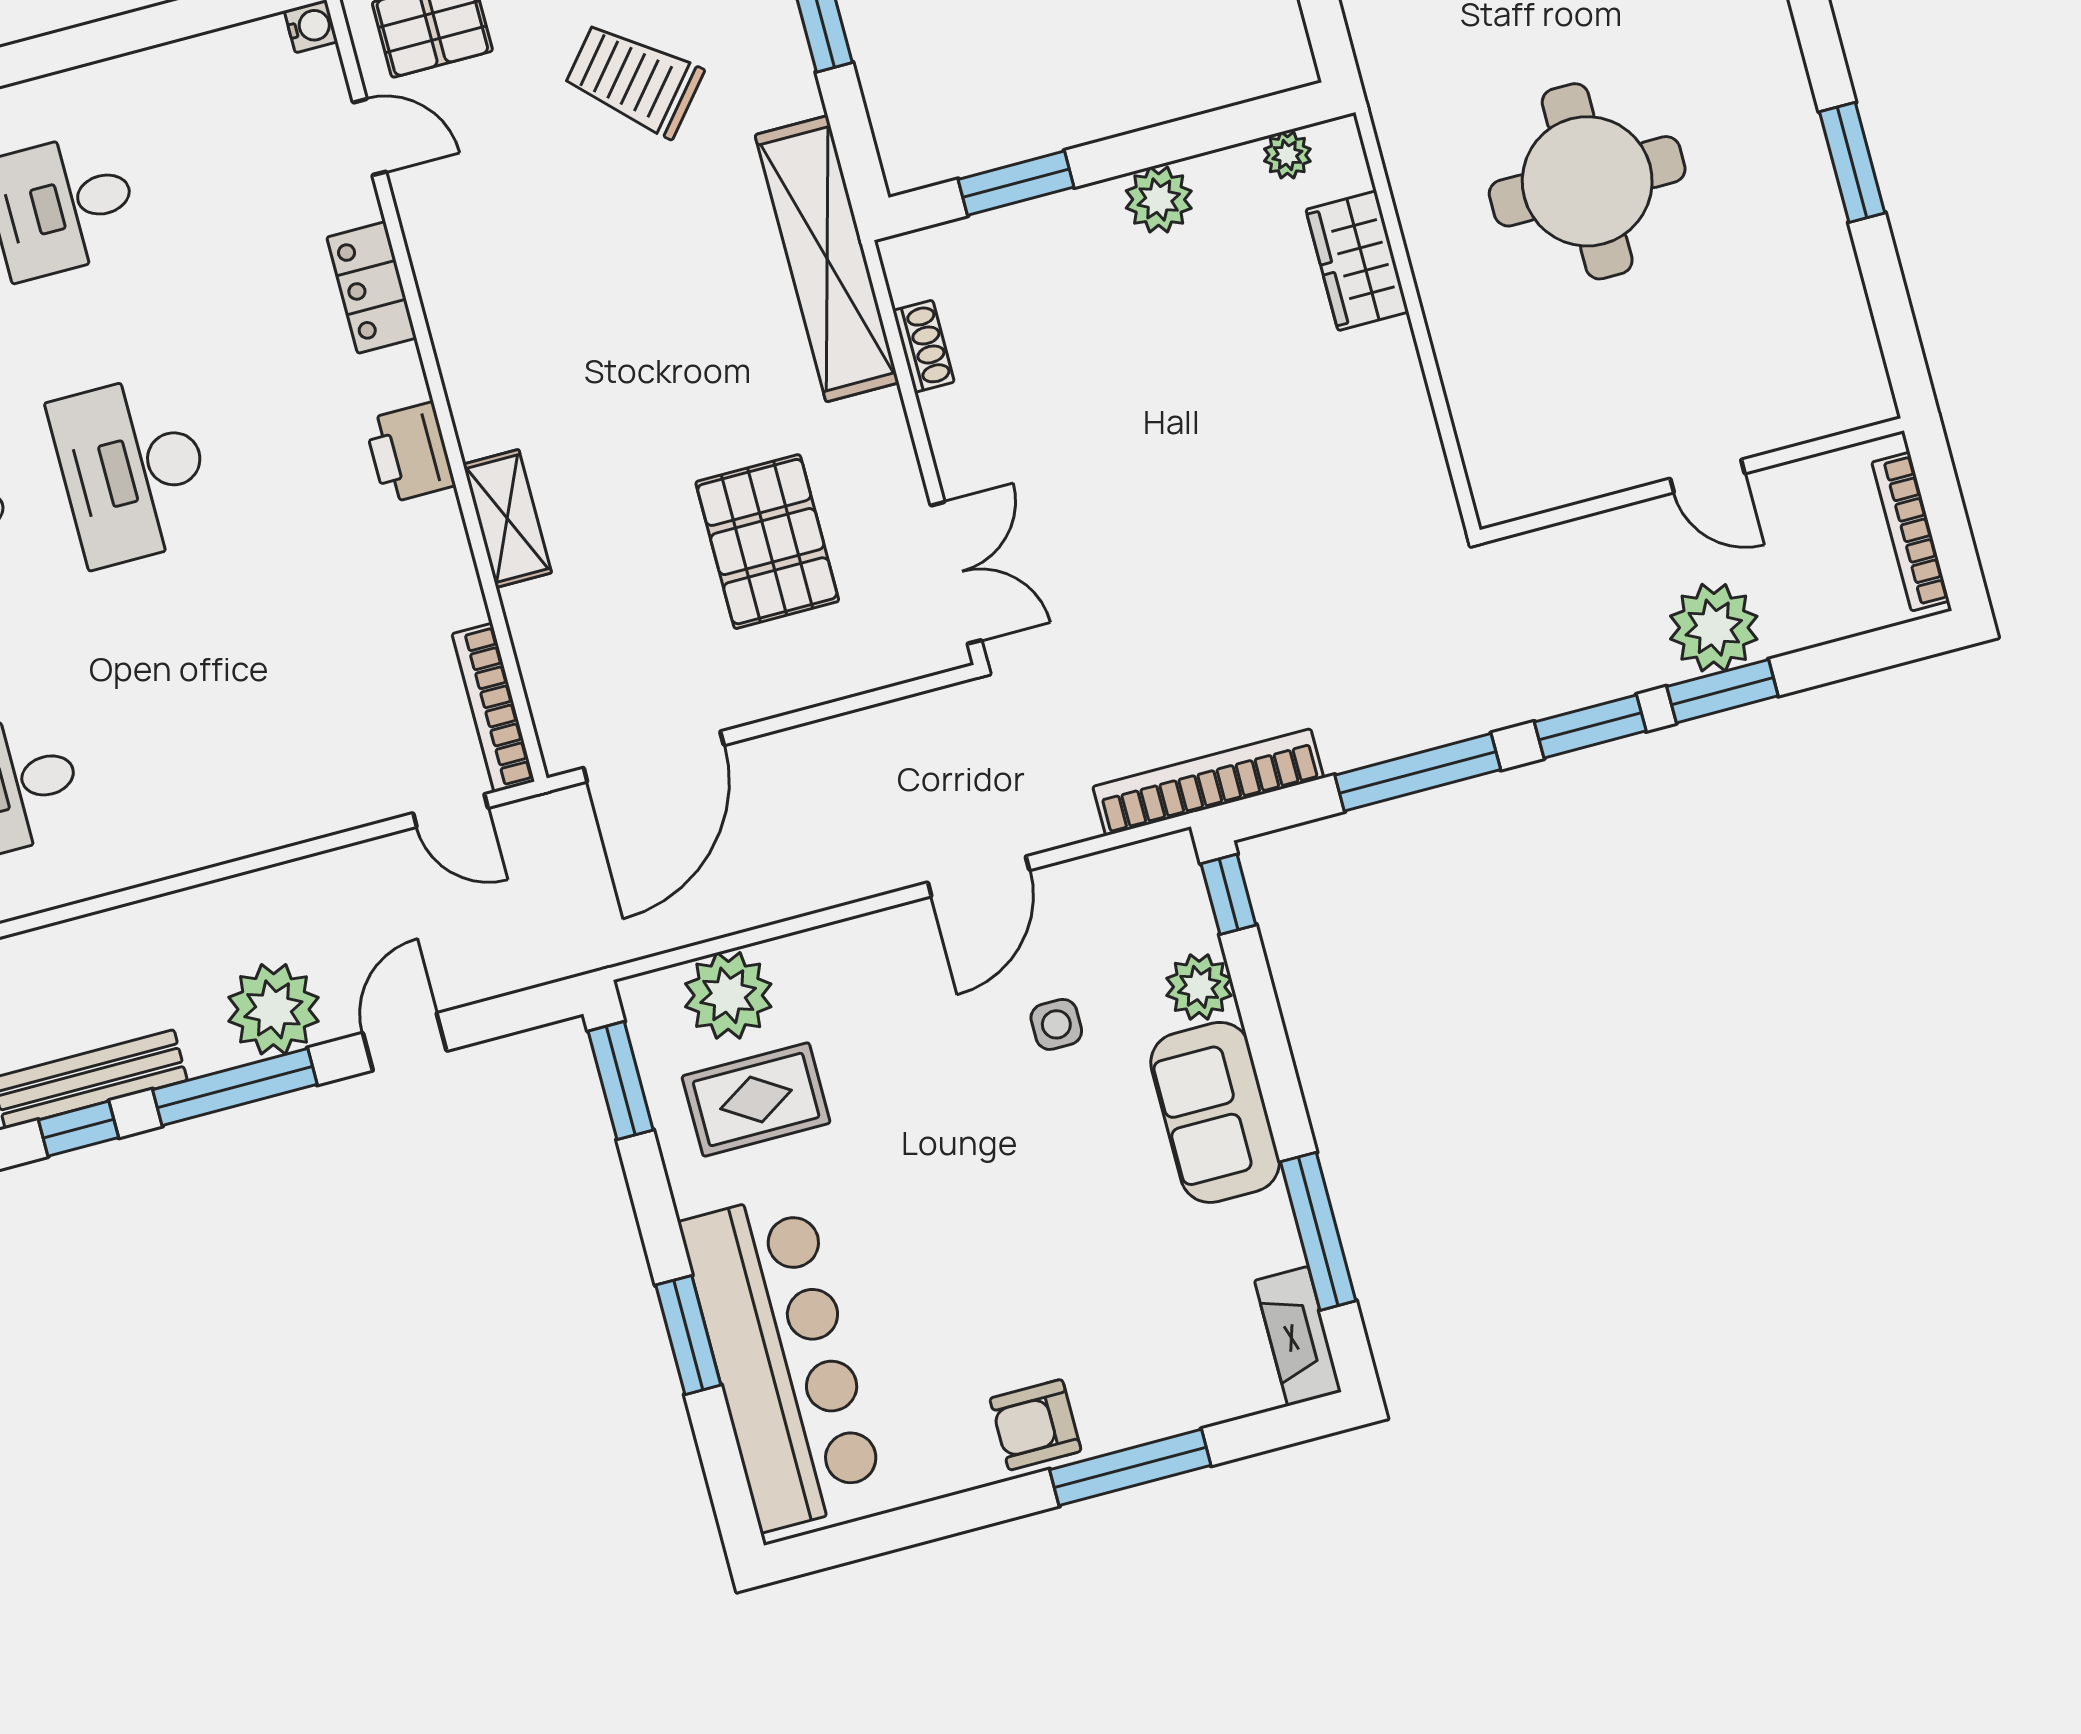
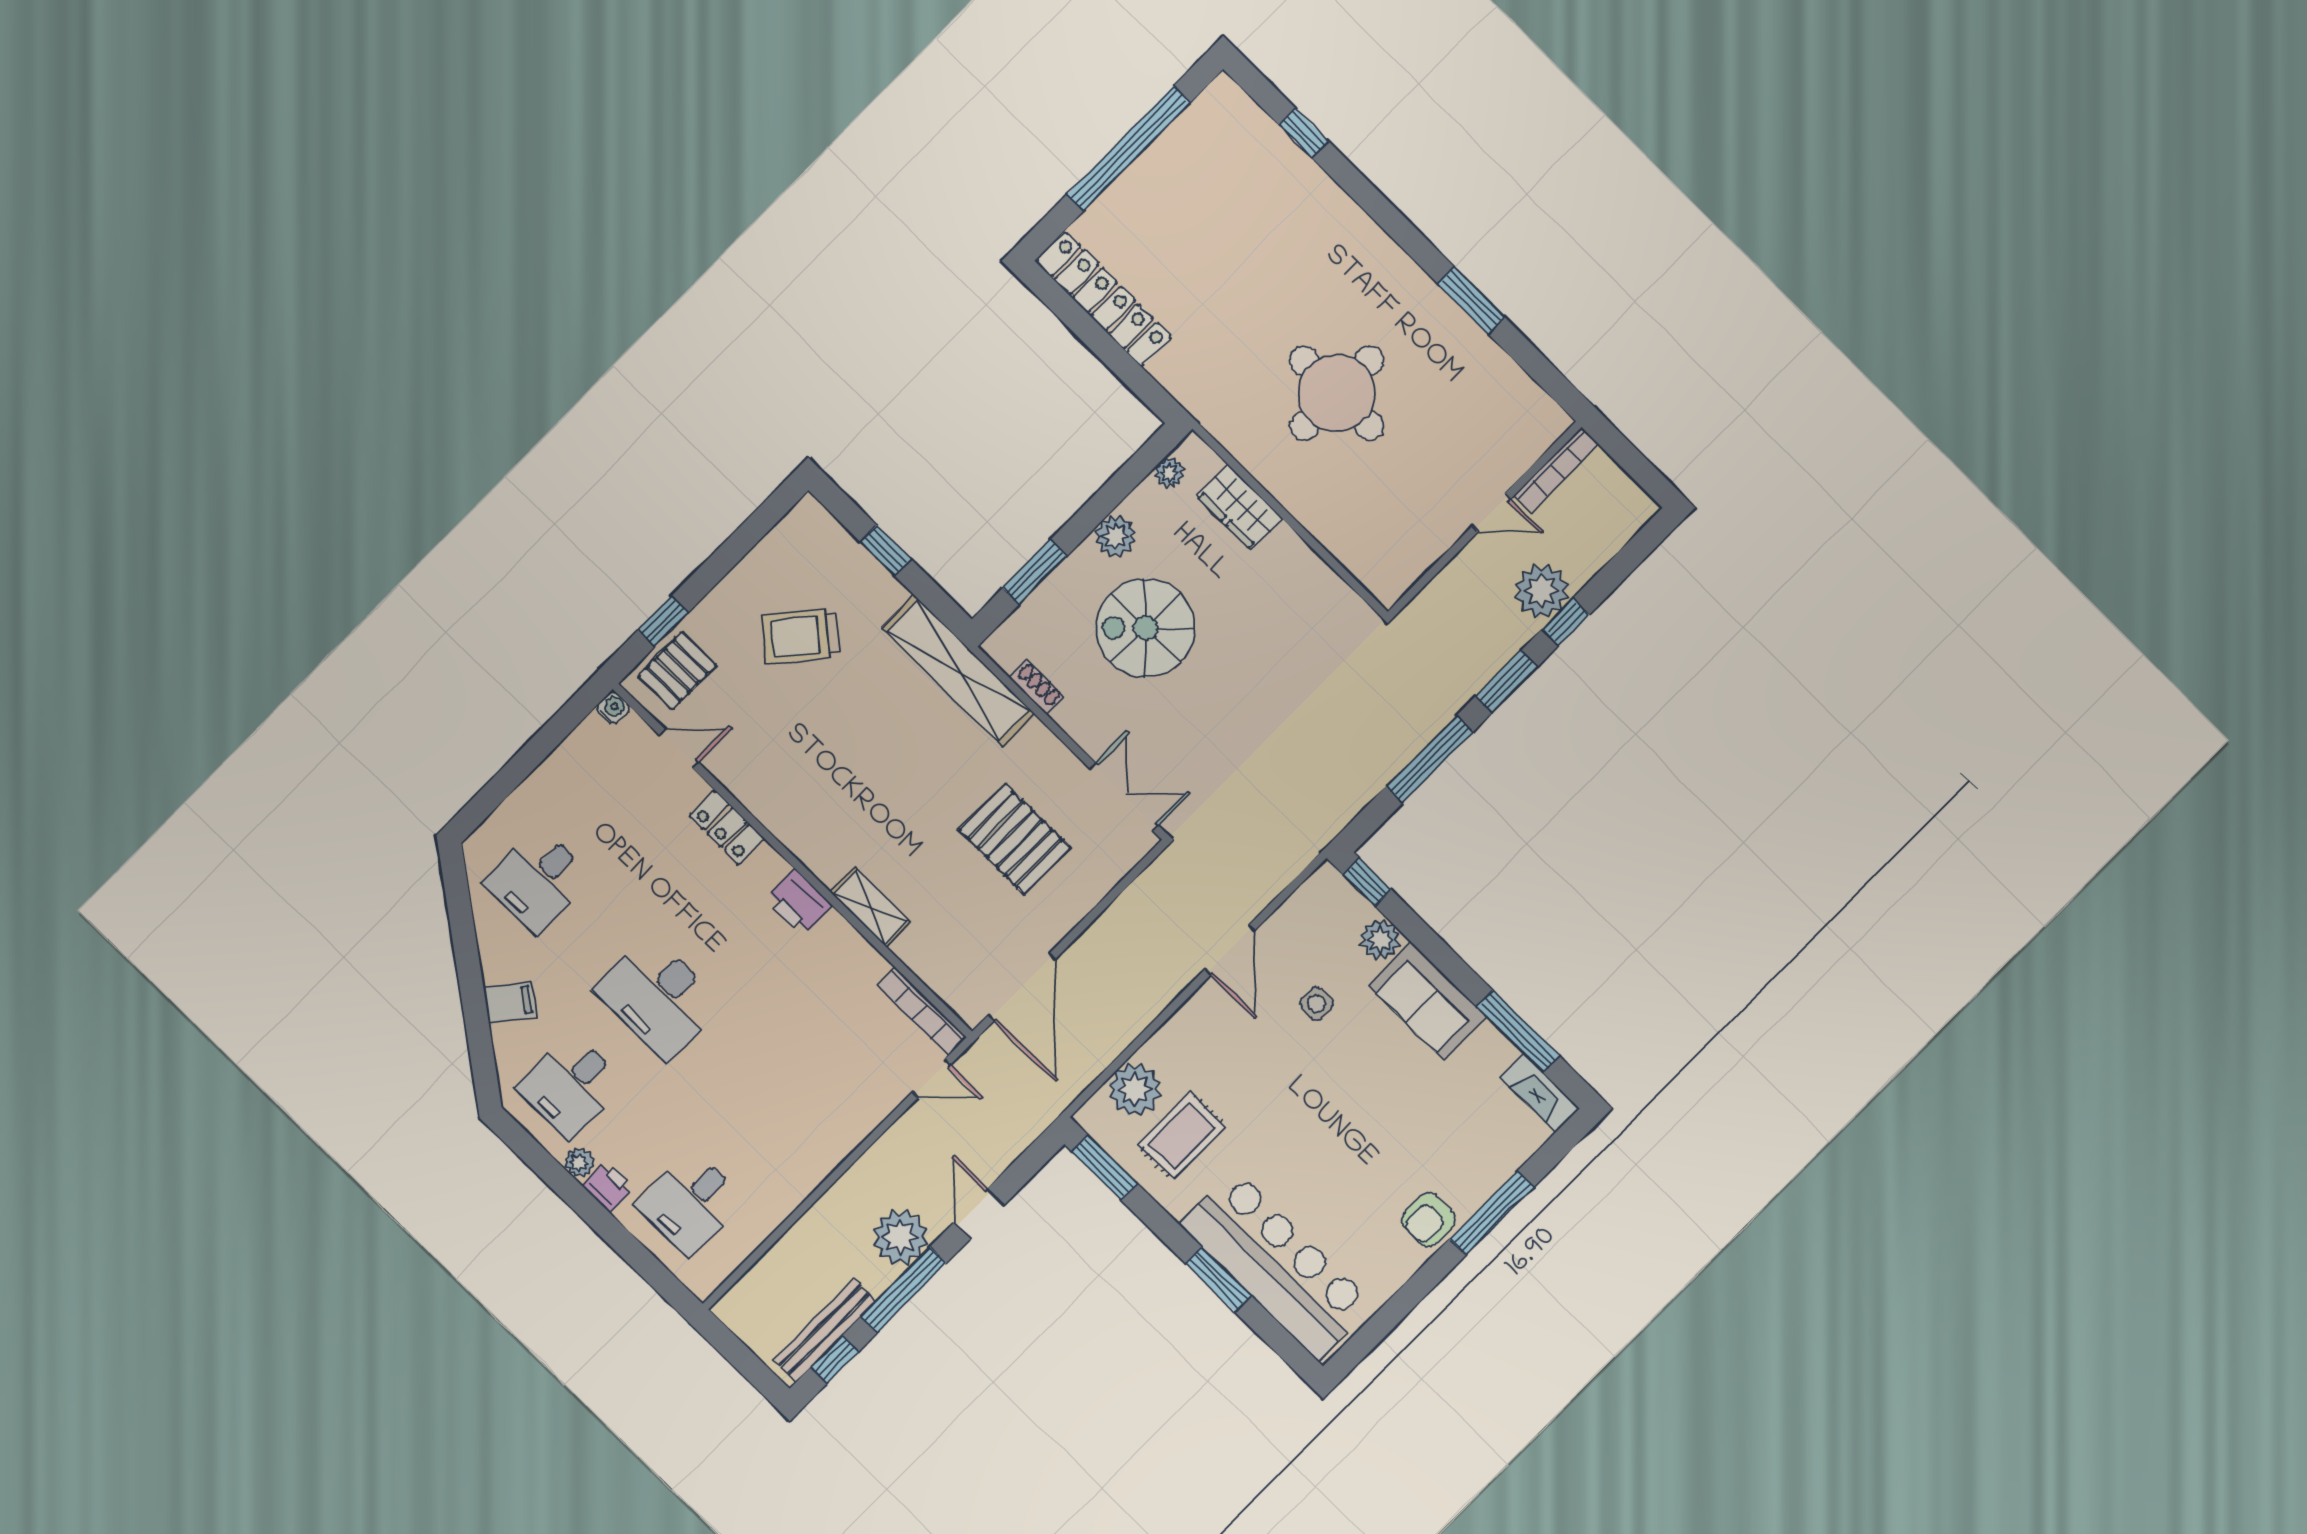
spiral stairs: (1126, 353) -> (1146, 628), added
bookcase: (1911, 532) -> (1556, 470), moved, turned -90
window: (1722, 691) -> (1566, 622), width x0.67
bookcase: (1208, 782) -> (1322, 829), removed

